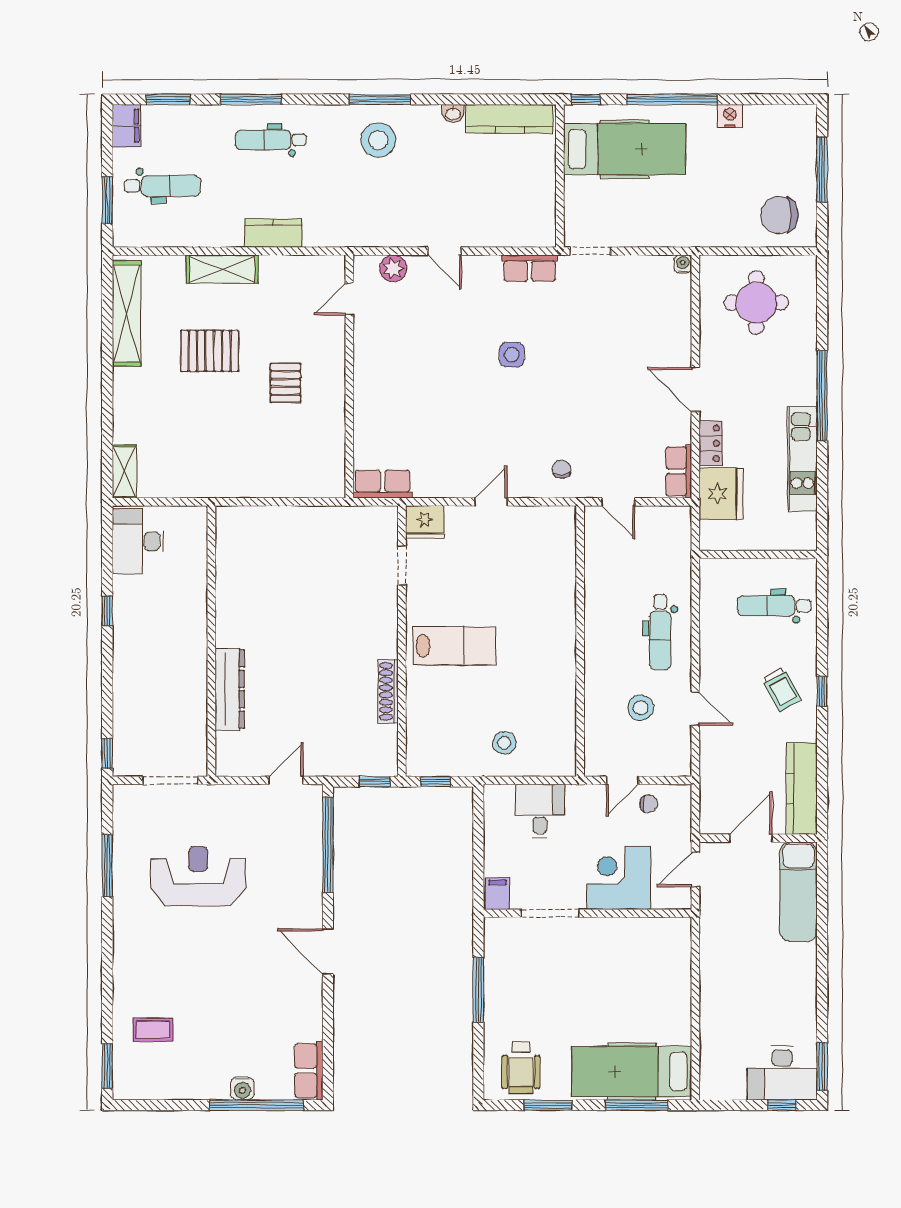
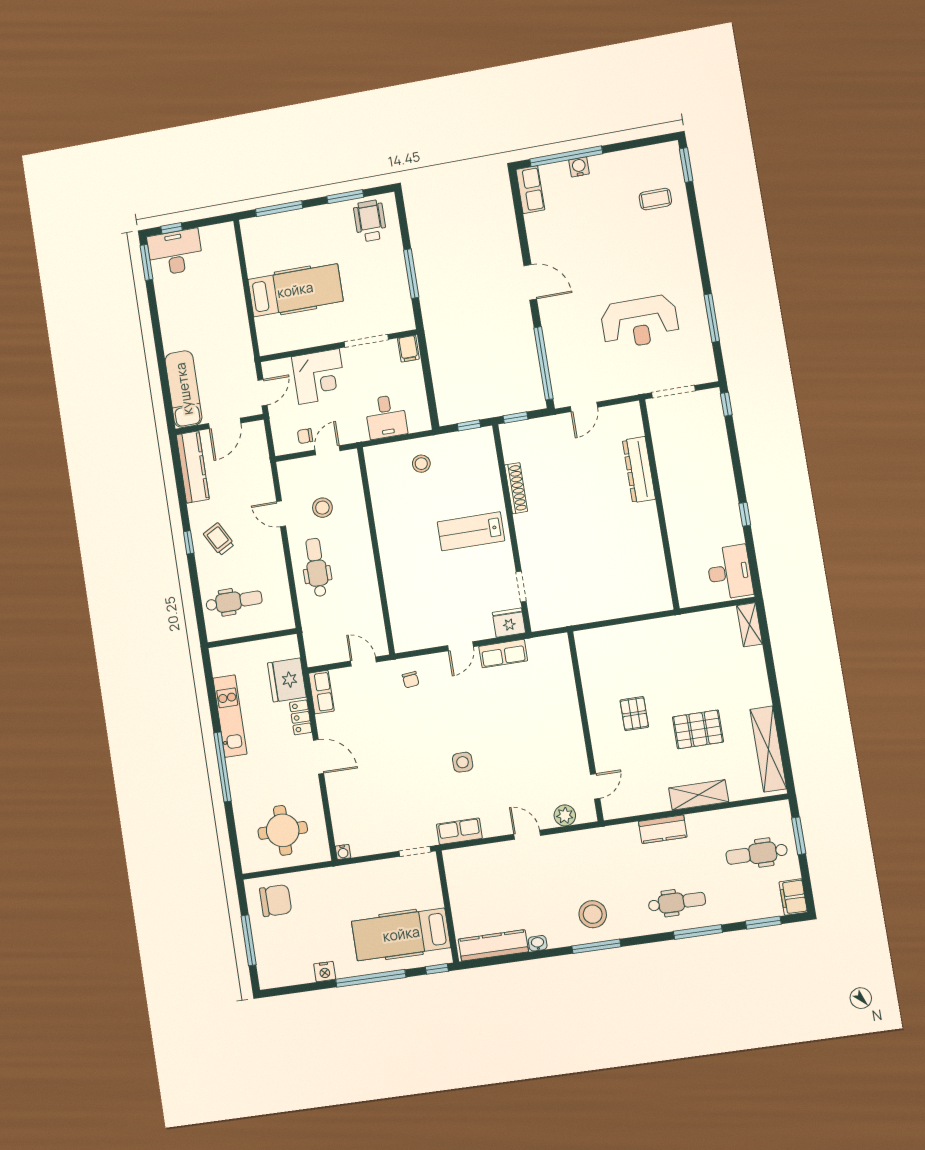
row of seats: (383, 484) -> (503, 654), moved
hospital bed: (632, 1071) -> (295, 290), moved

